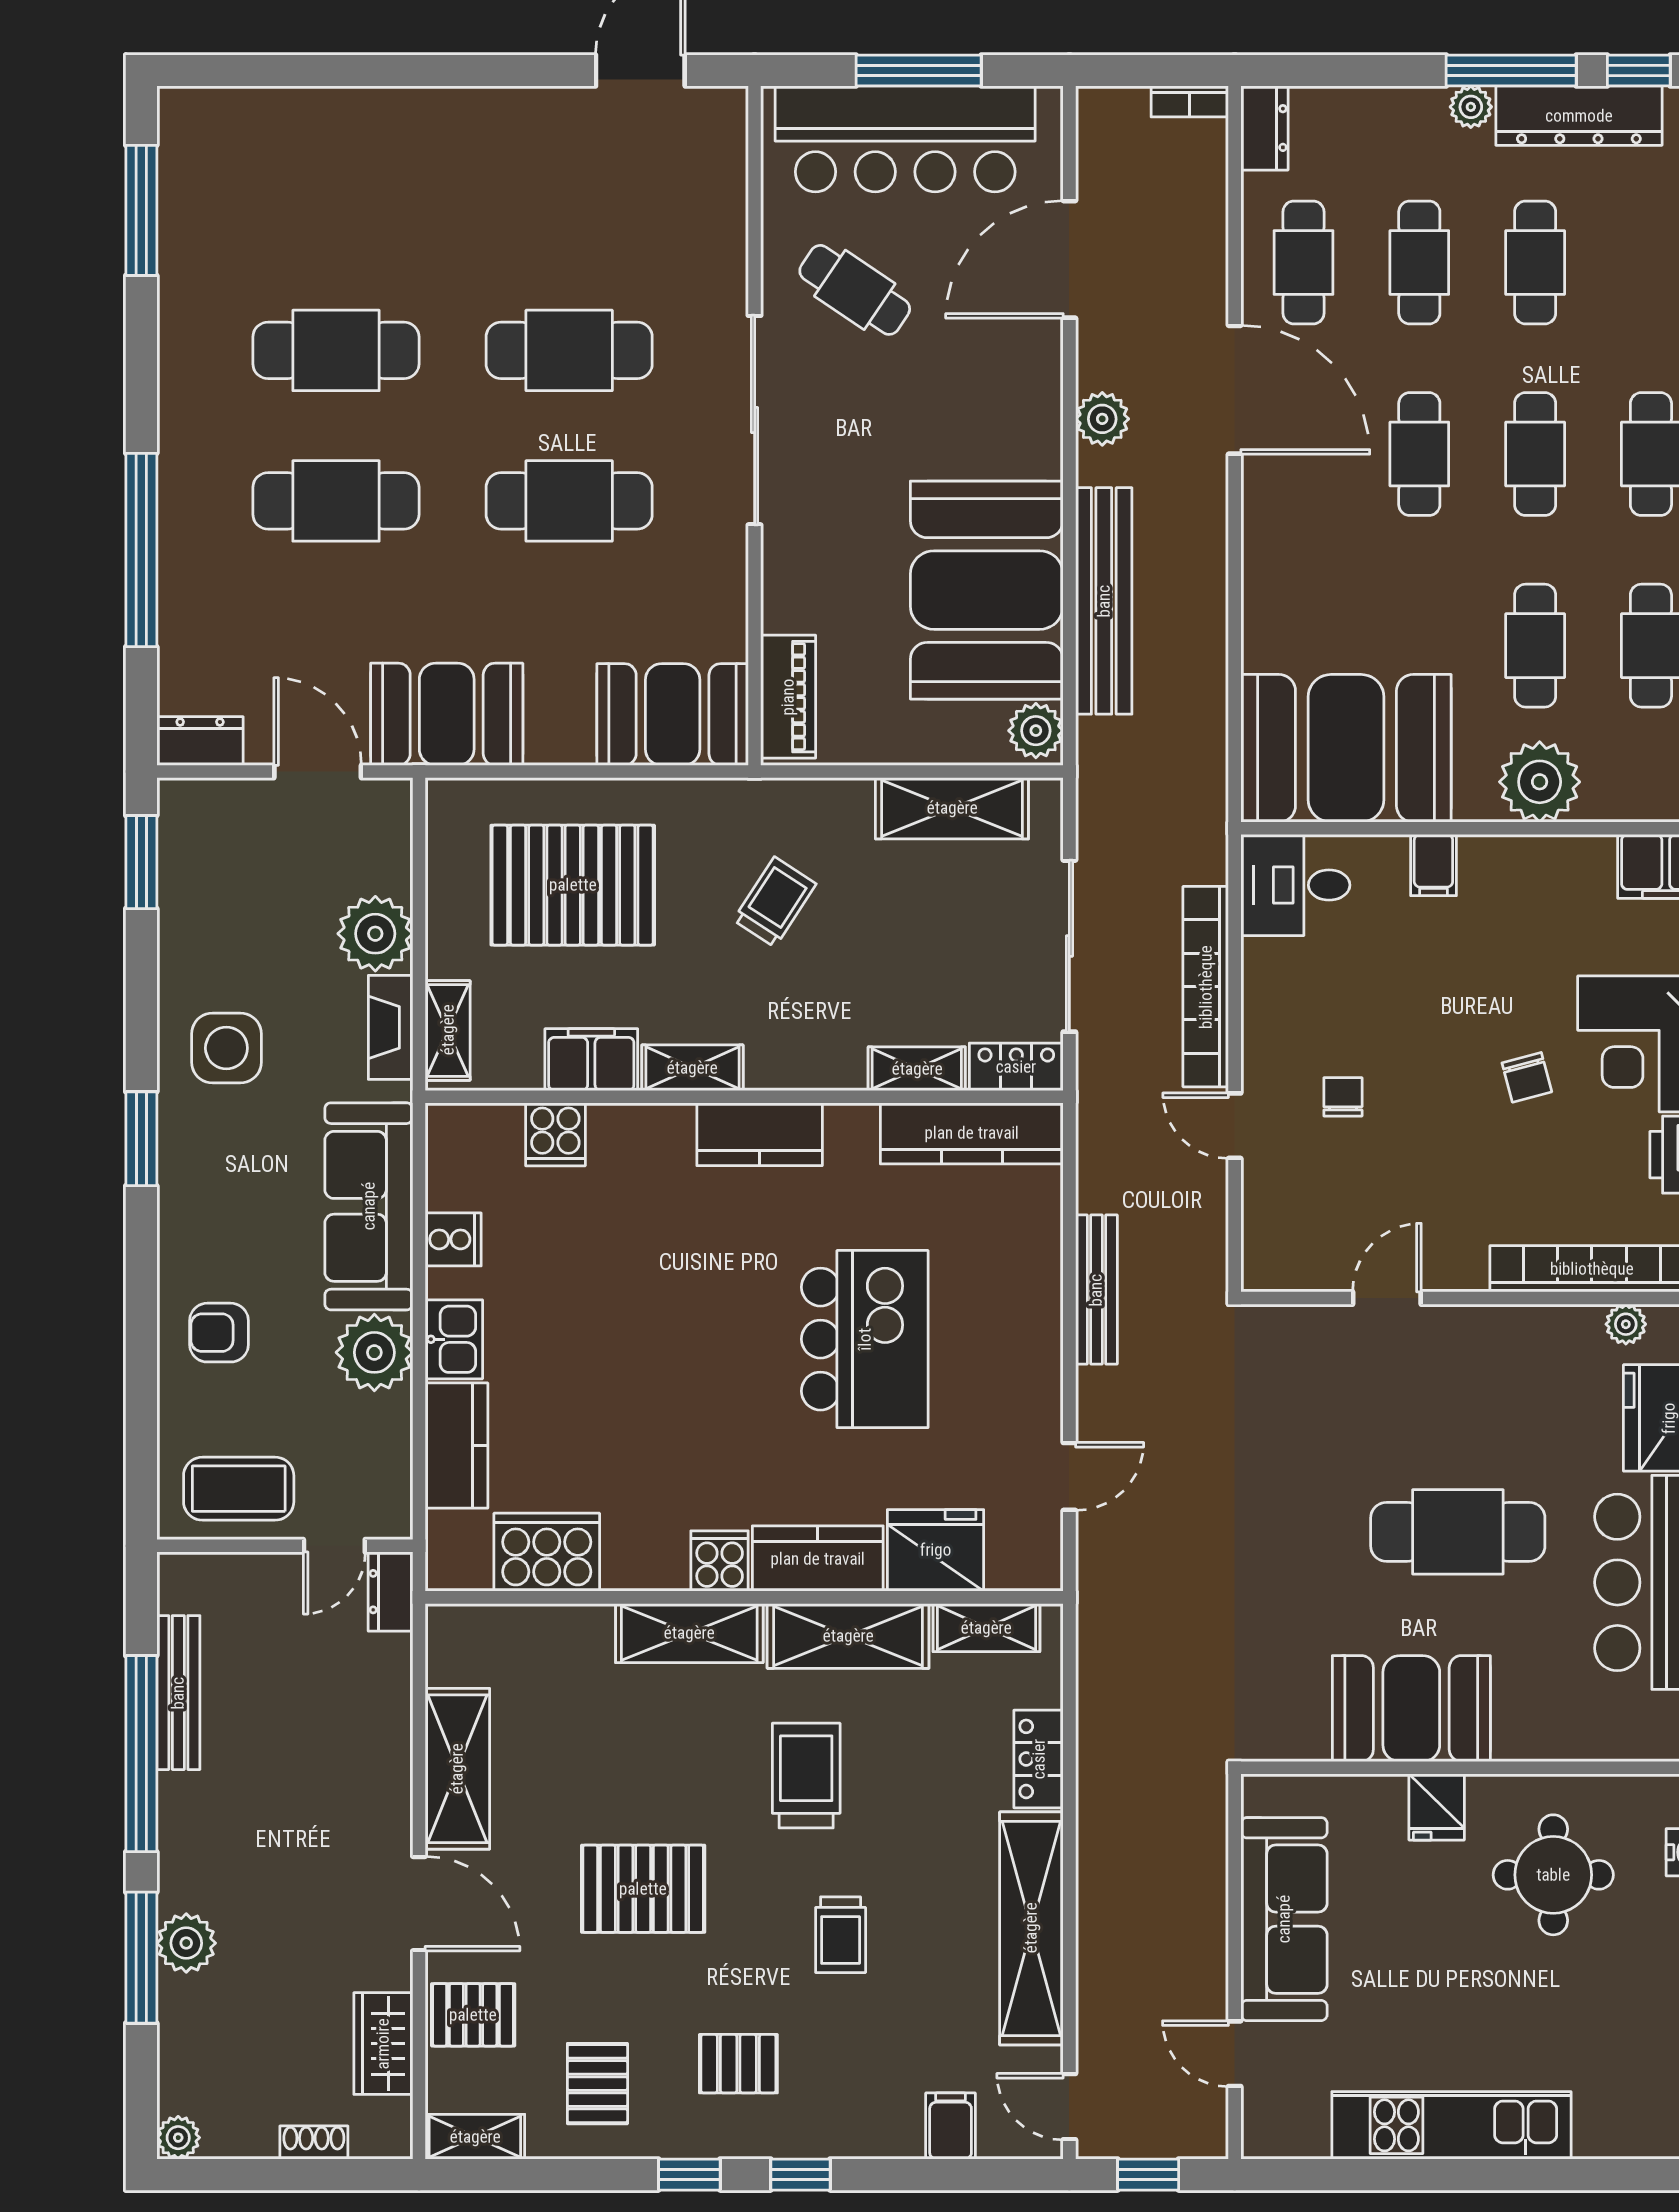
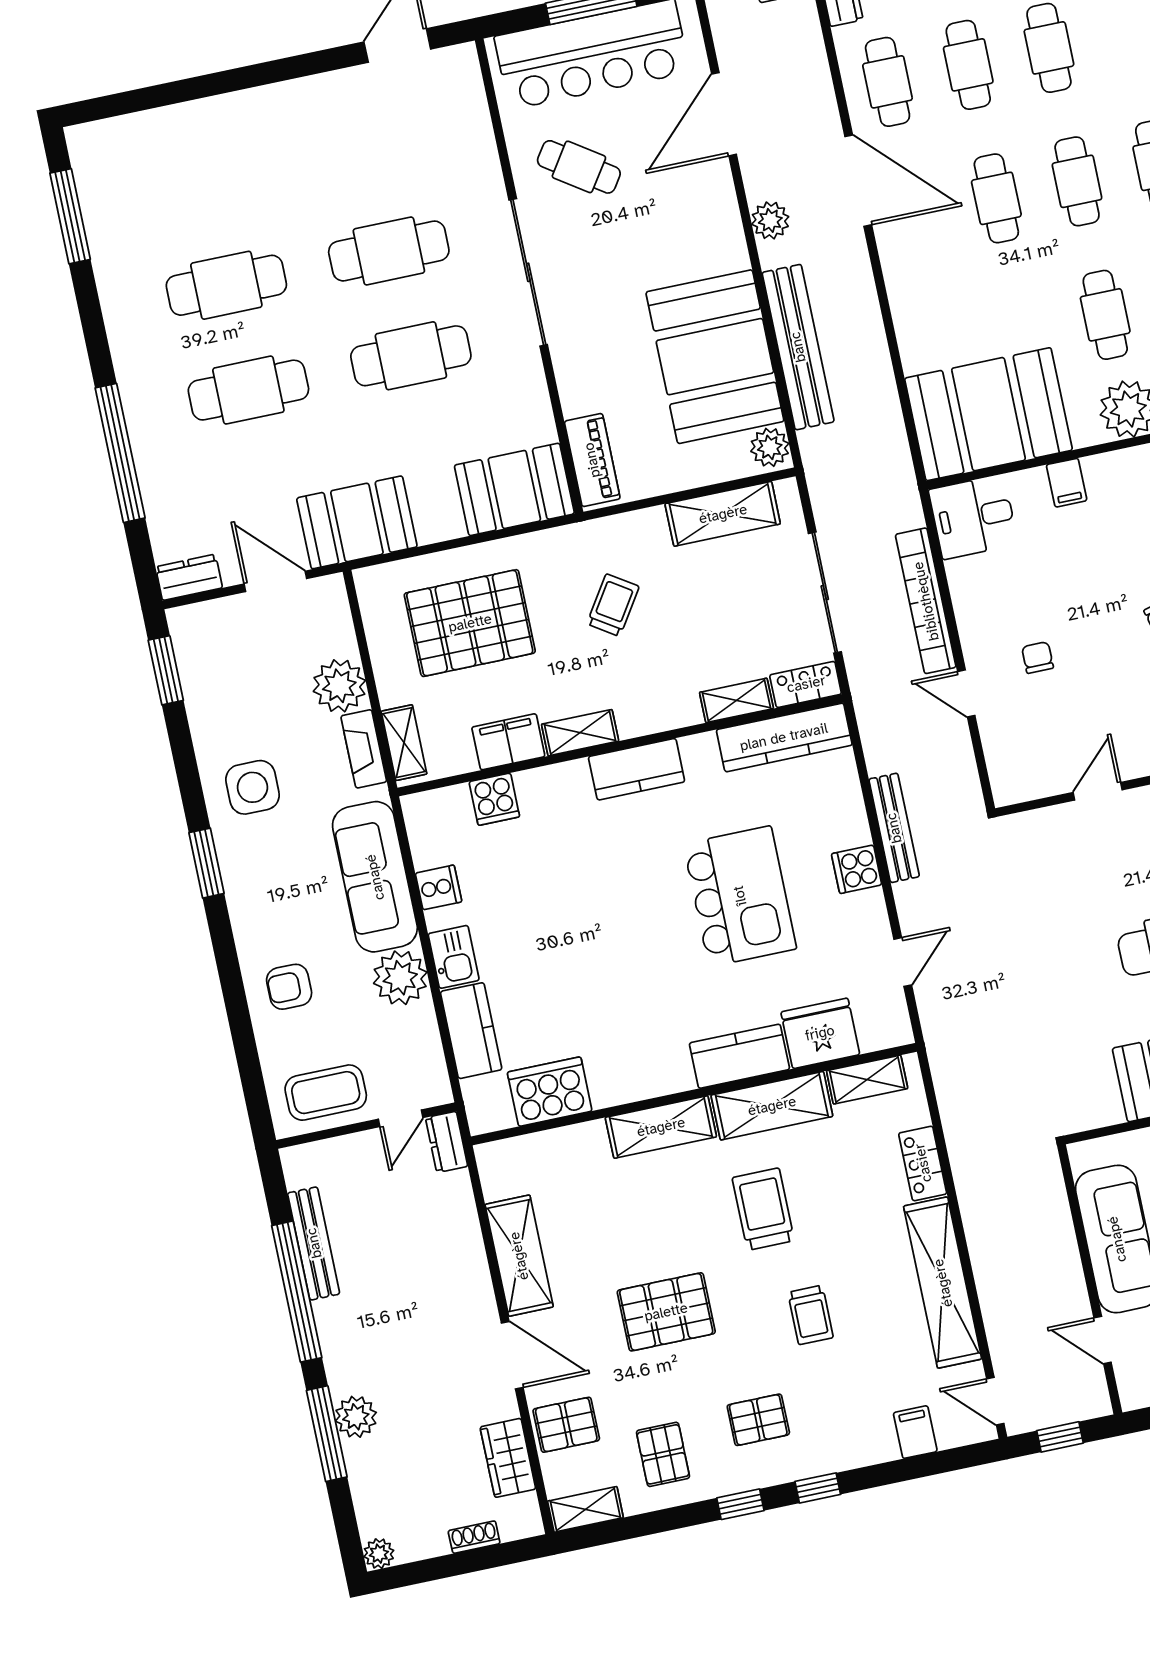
cooker: (720, 1561) -> (857, 869), moved, turned -90

